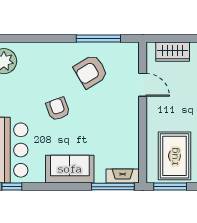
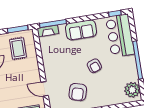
armchair: (91, 71) -> (78, 92), turned 137
rug: (174, 156) -> (18, 48), width x0.73, depth x0.70

